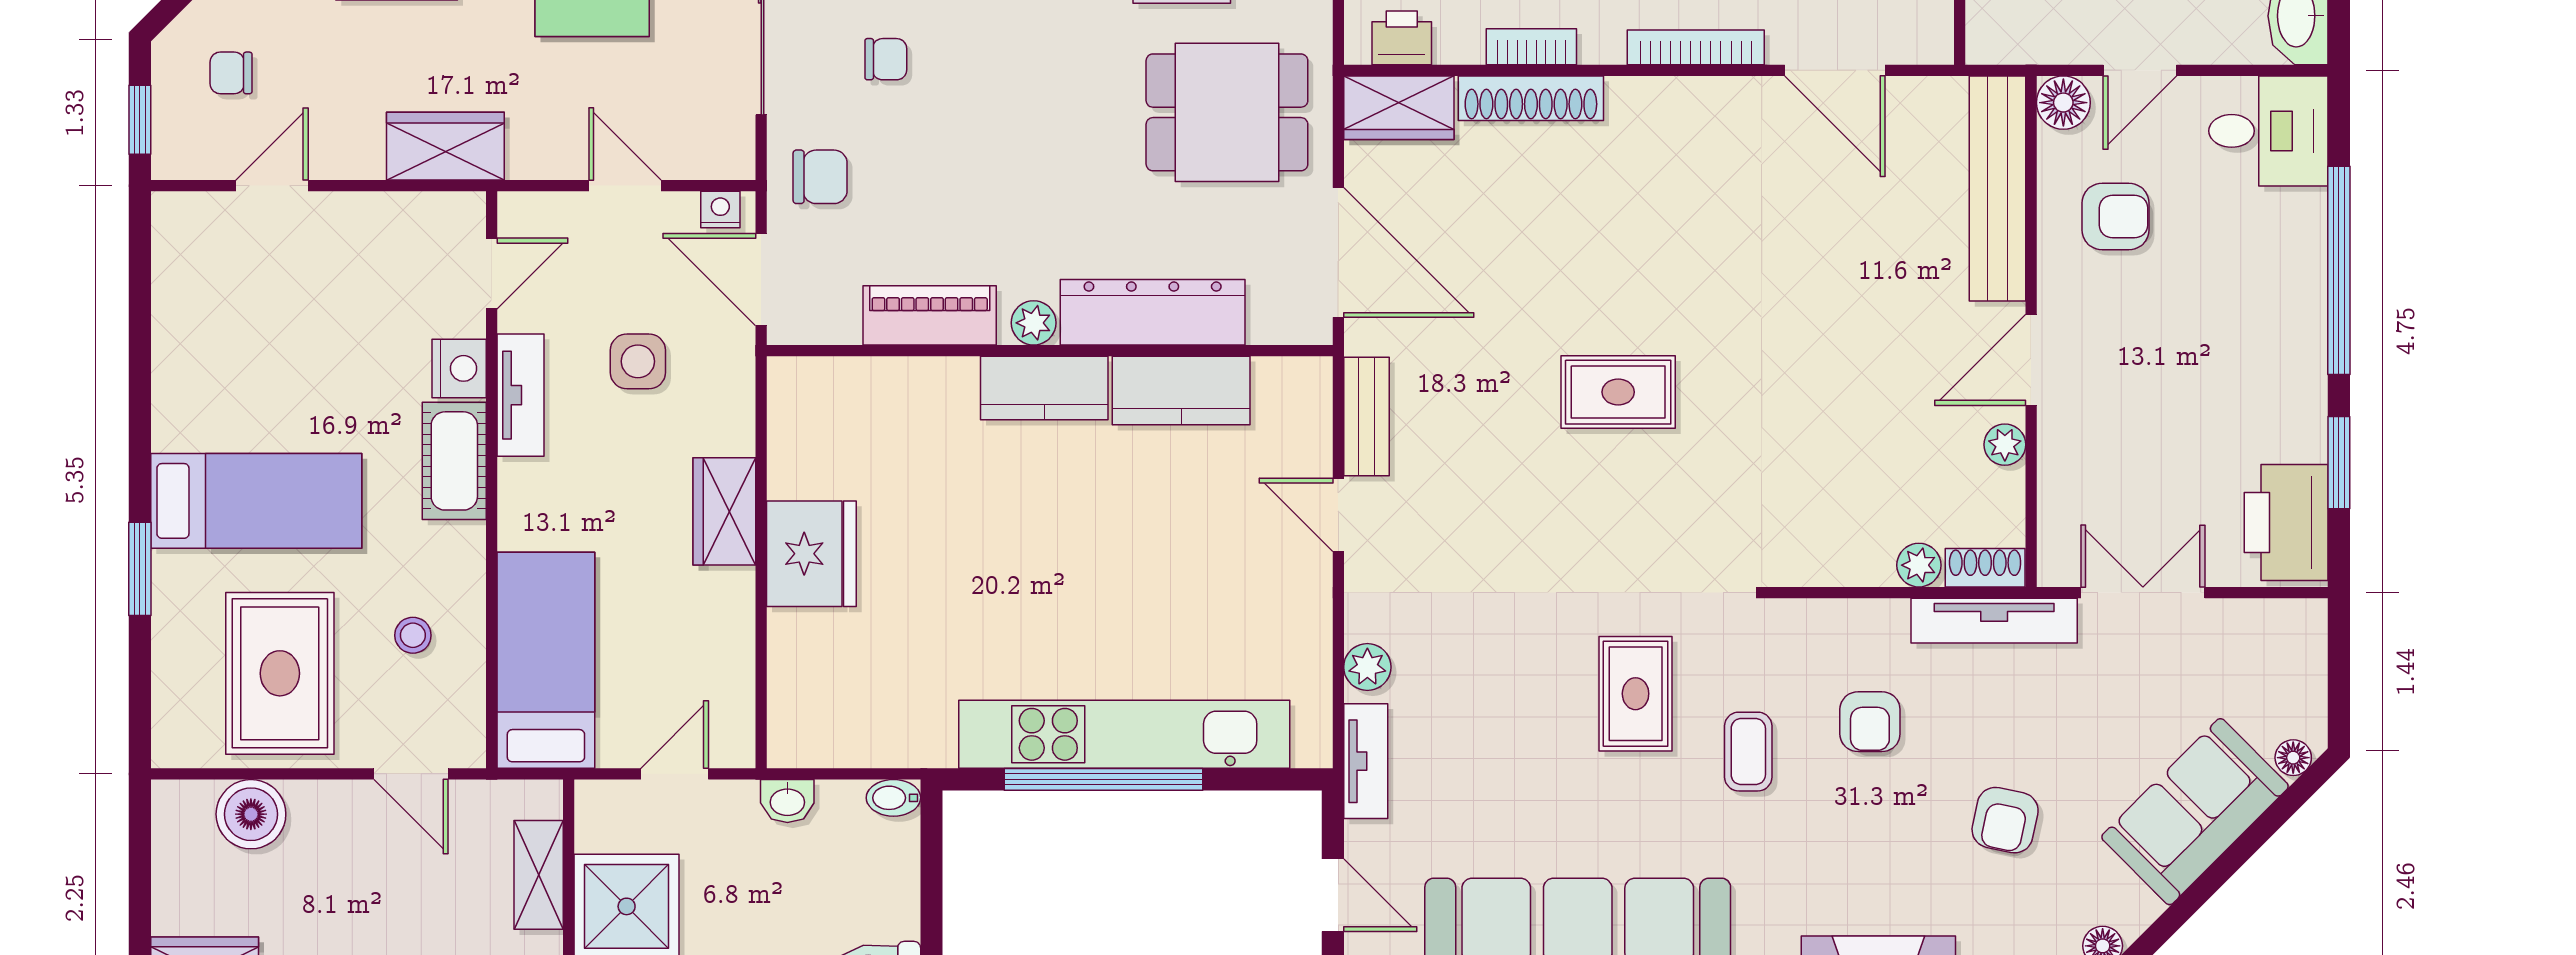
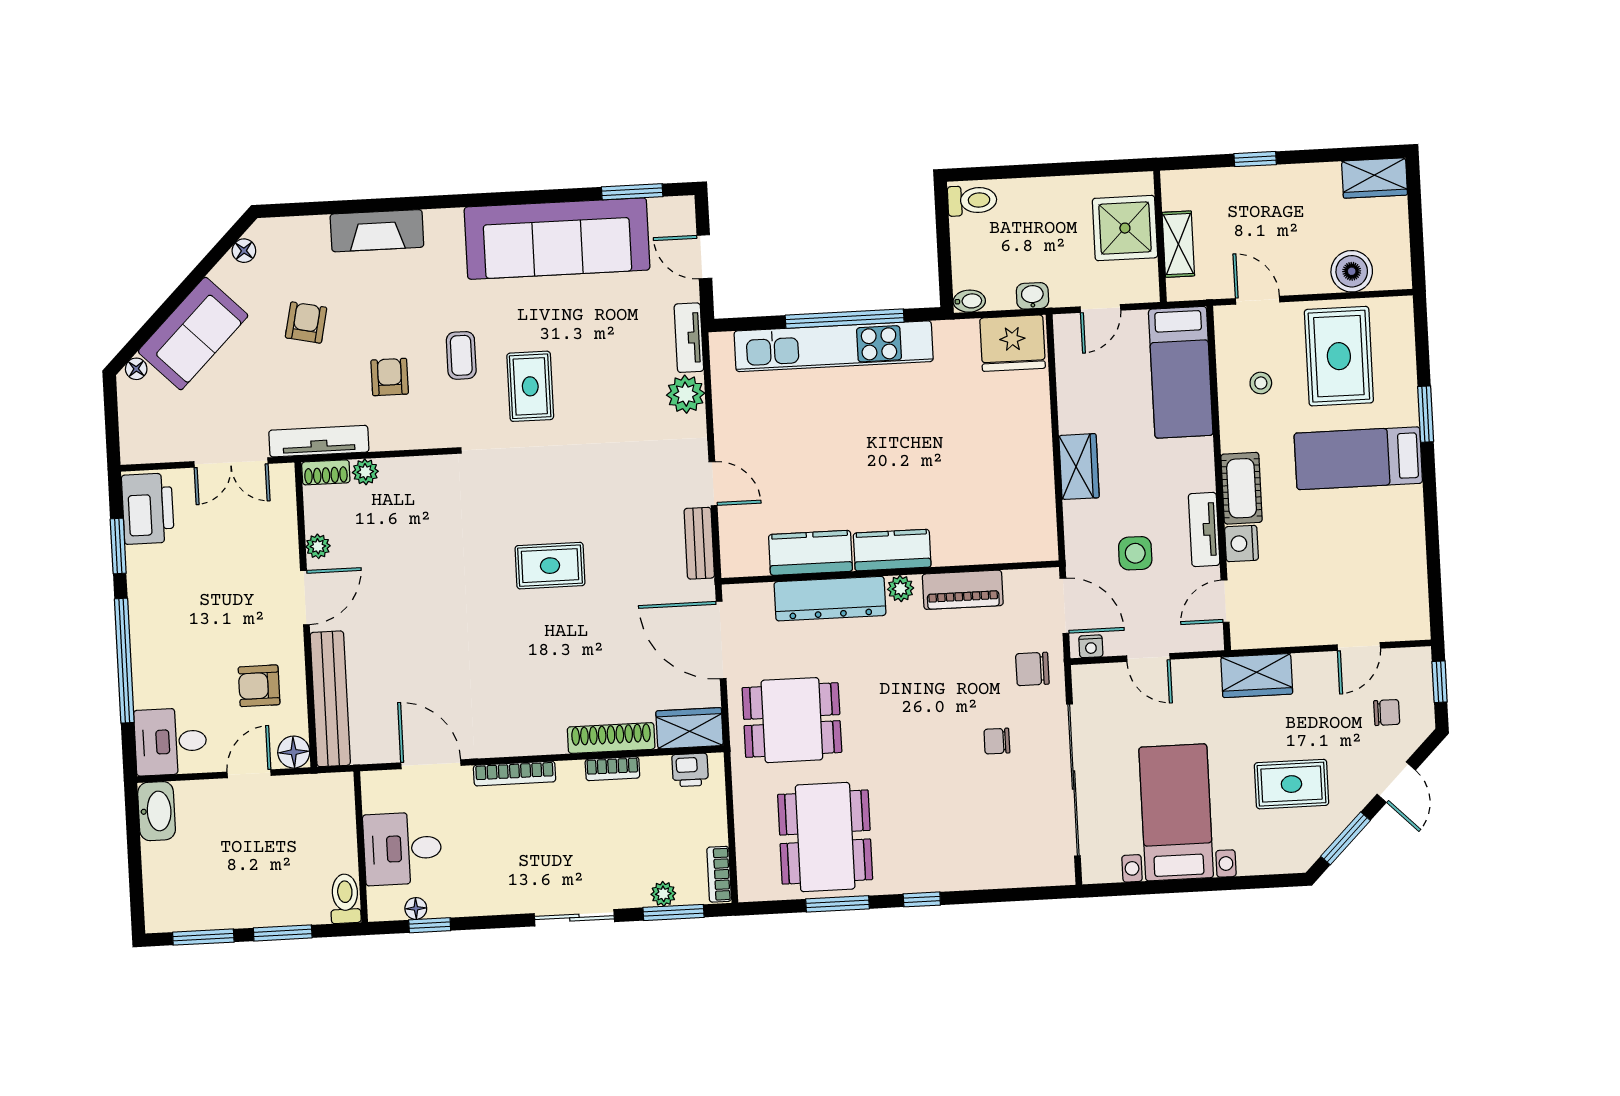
fridge: (811, 554) -> (1013, 343), moved, turned -90
plant: (1367, 667) -> (686, 394), width x1.38, depth x1.38

